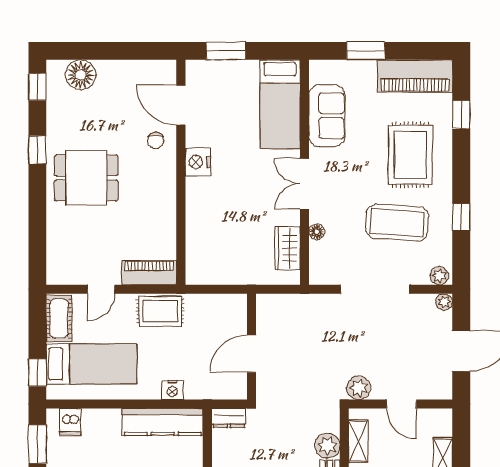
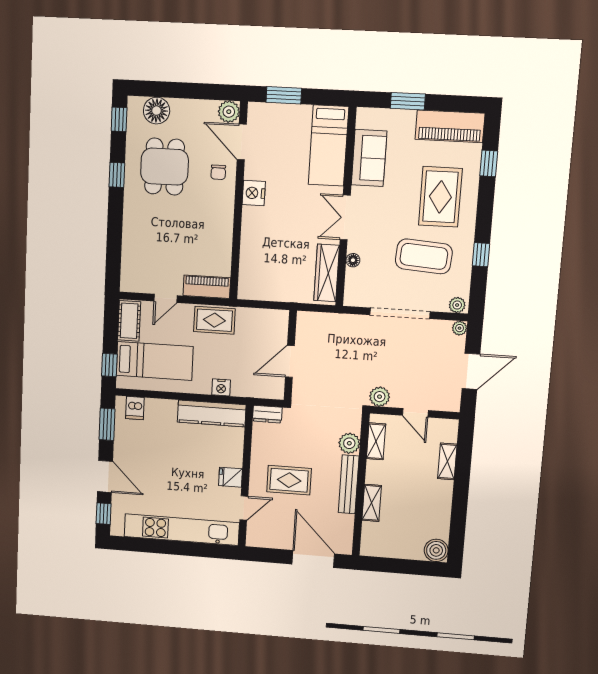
plant: (164, 72) -> (229, 112), added
dining table: (86, 178) -> (165, 167), moved, turned 90
wardrobe: (287, 248) -> (327, 273), width x1.50

